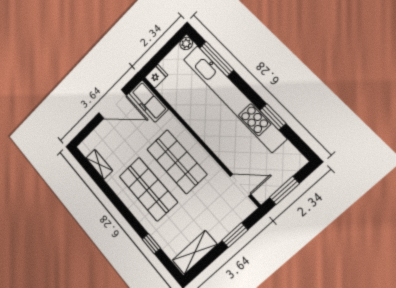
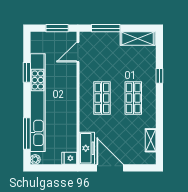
shop shelf: (177, 162) -> (102, 98), width x0.70, depth x0.74
door: (241, 185) -> (78, 52), hinge flipped
shop shelf: (148, 189) -> (133, 98), width x0.70, depth x0.74
window: (235, 235) -> (106, 28), width x1.44
window: (151, 244) -> (159, 76), moved

